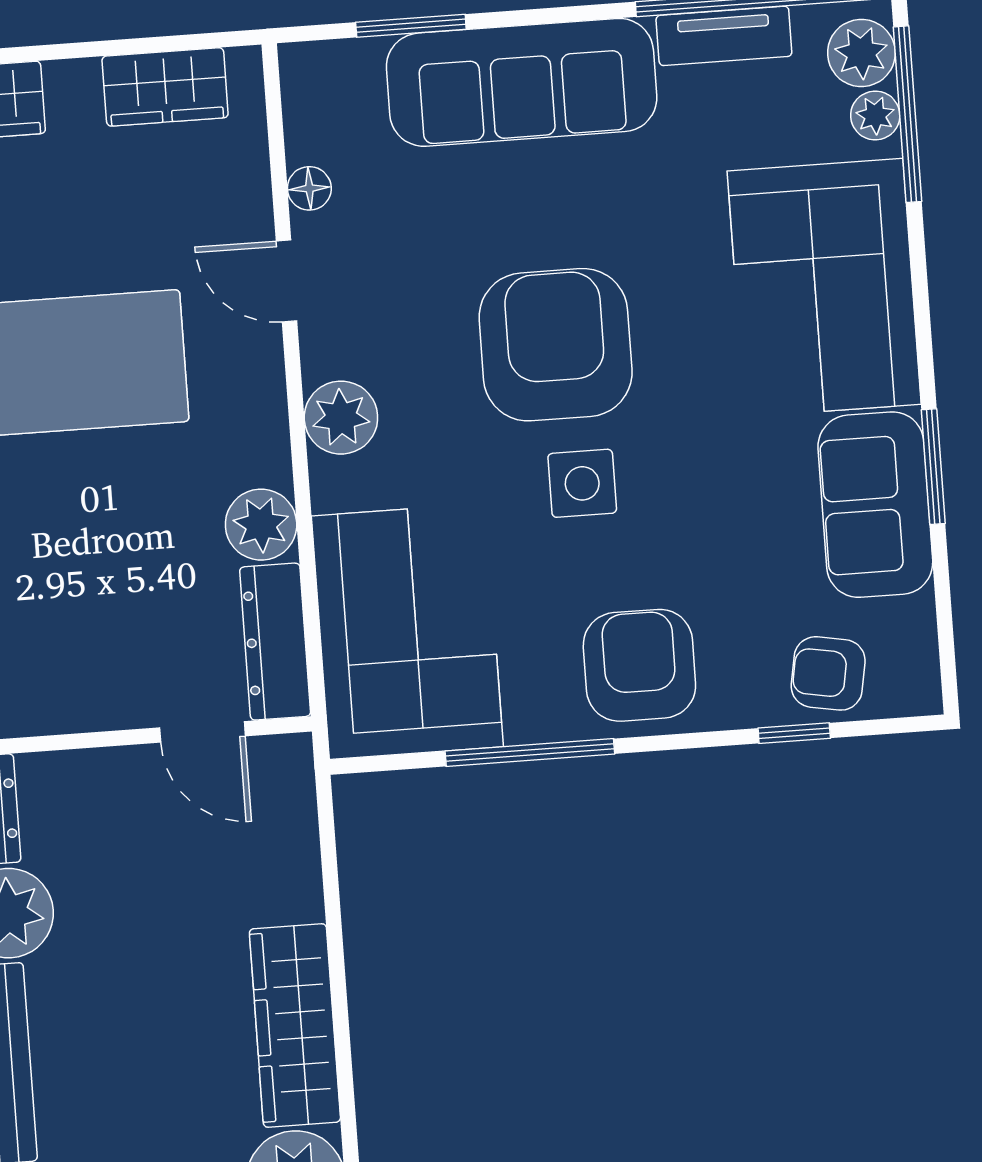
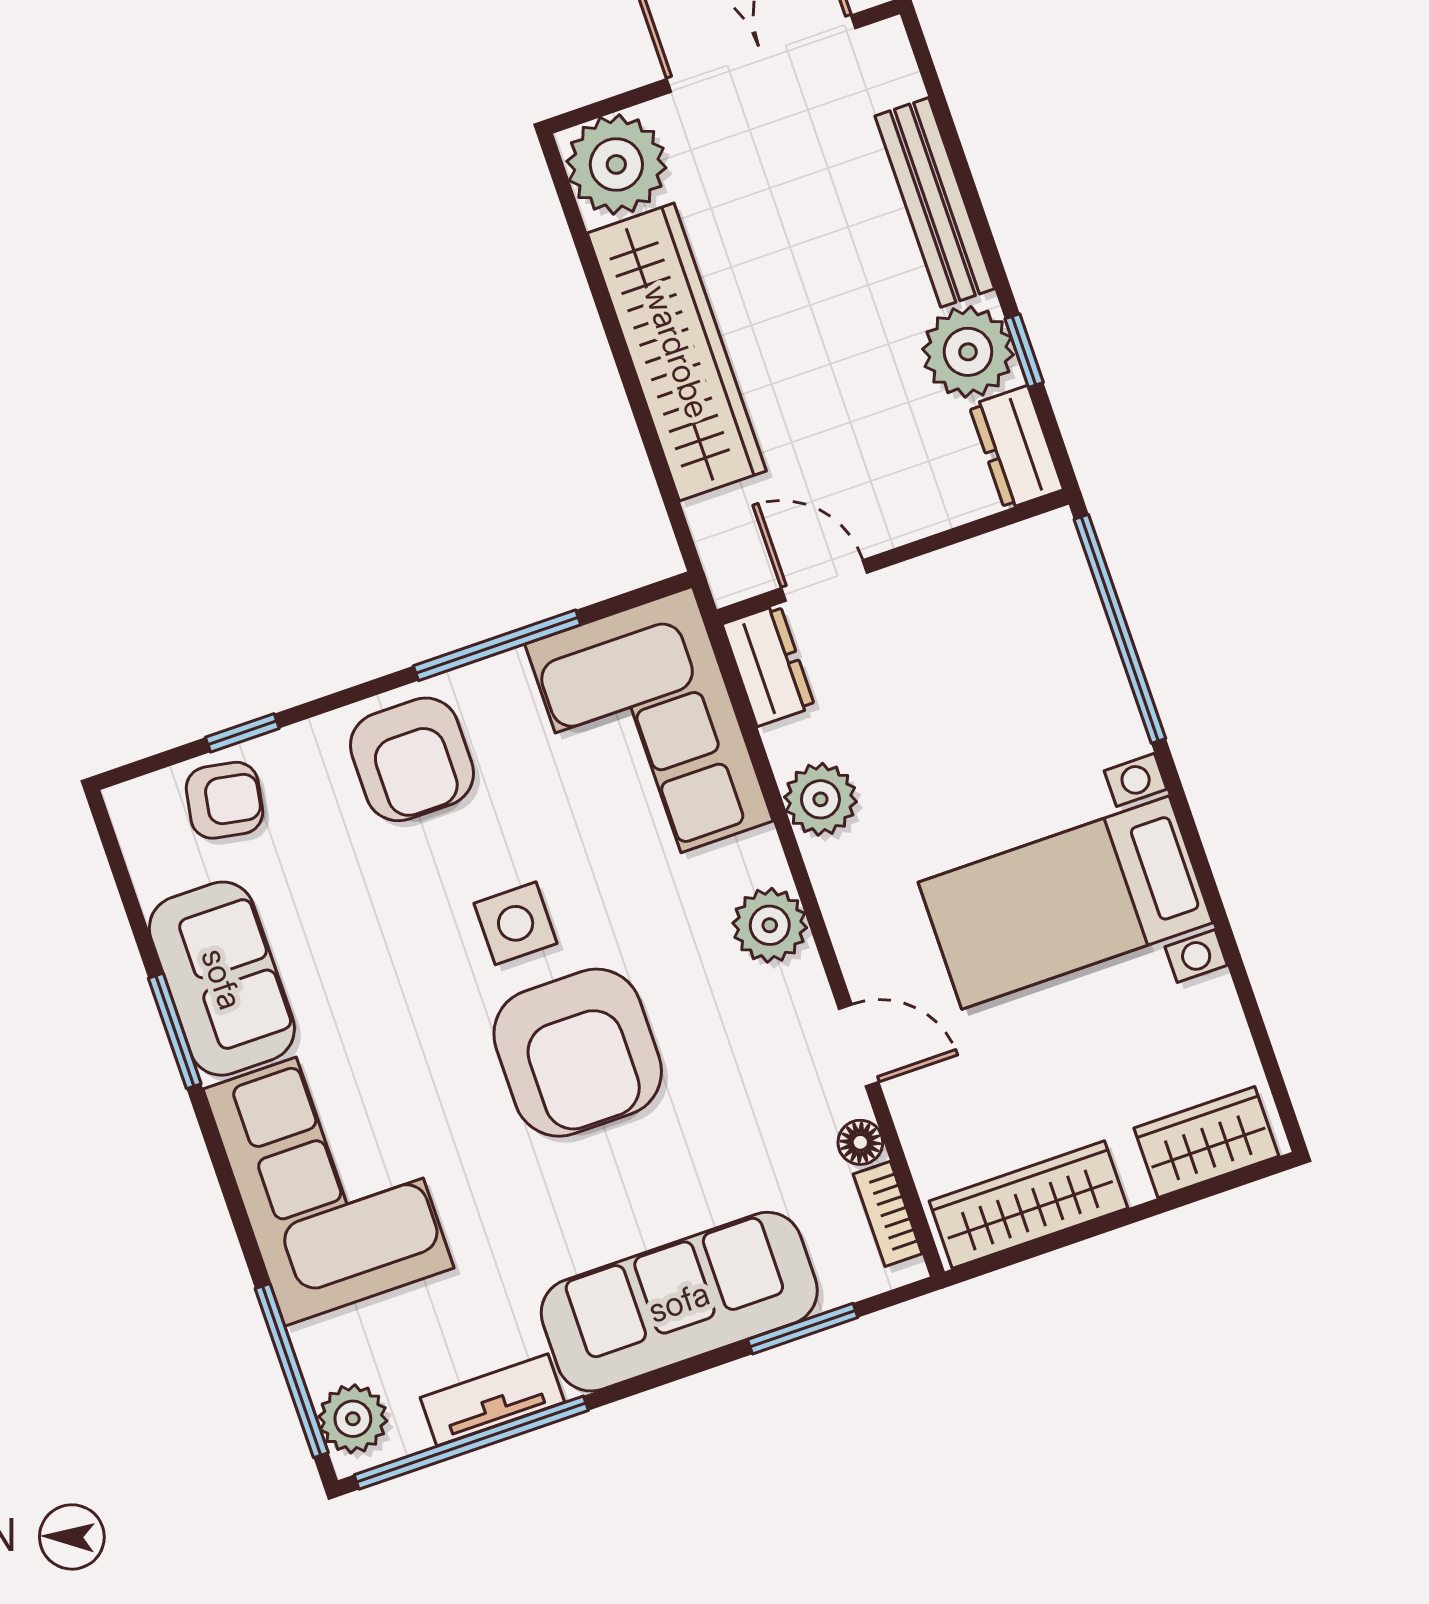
wardrobe: (165, 87) -> (1028, 1205), width x1.50
bookcase: (301, 114) -> (888, 1214), added
plant: (875, 115) -> (323, 1361), removed
dresser: (275, 642) -> (768, 665), width x0.70
wardrobe: (295, 1026) -> (677, 352), width x1.40, depth x1.17

